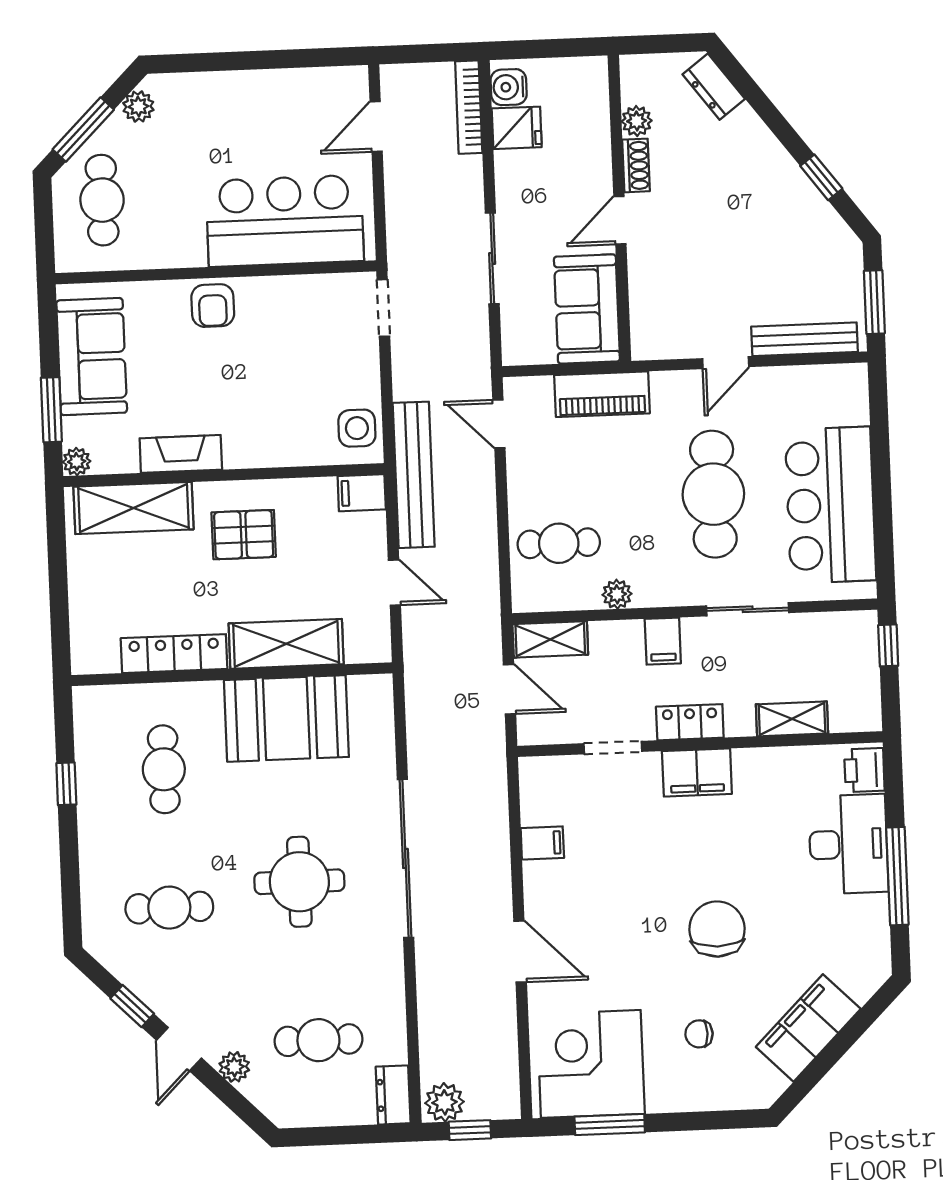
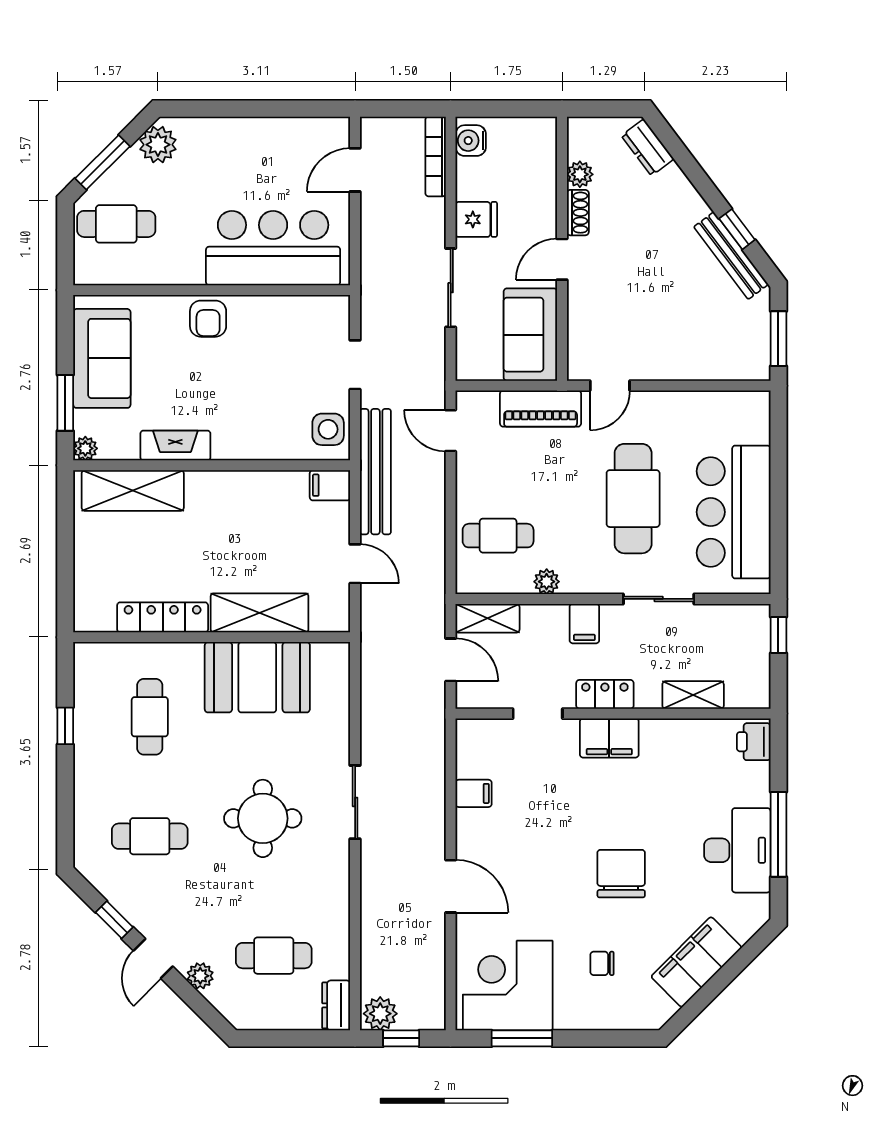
plant: (138, 107) -> (158, 145), width x1.38, depth x1.38
fridge: (517, 128) -> (476, 219), moved
cafe table: (102, 200) -> (116, 224), turned 90
doorway: (383, 308) -> (355, 365), moved
bench: (805, 339) -> (731, 256), moved, turned 53
door: (726, 363) -> (610, 386), moved
pallet: (244, 535) -> (227, 517), removed
desk: (848, 844) -> (737, 850), moved
sliding door: (405, 858) -> (355, 802), width x0.54

